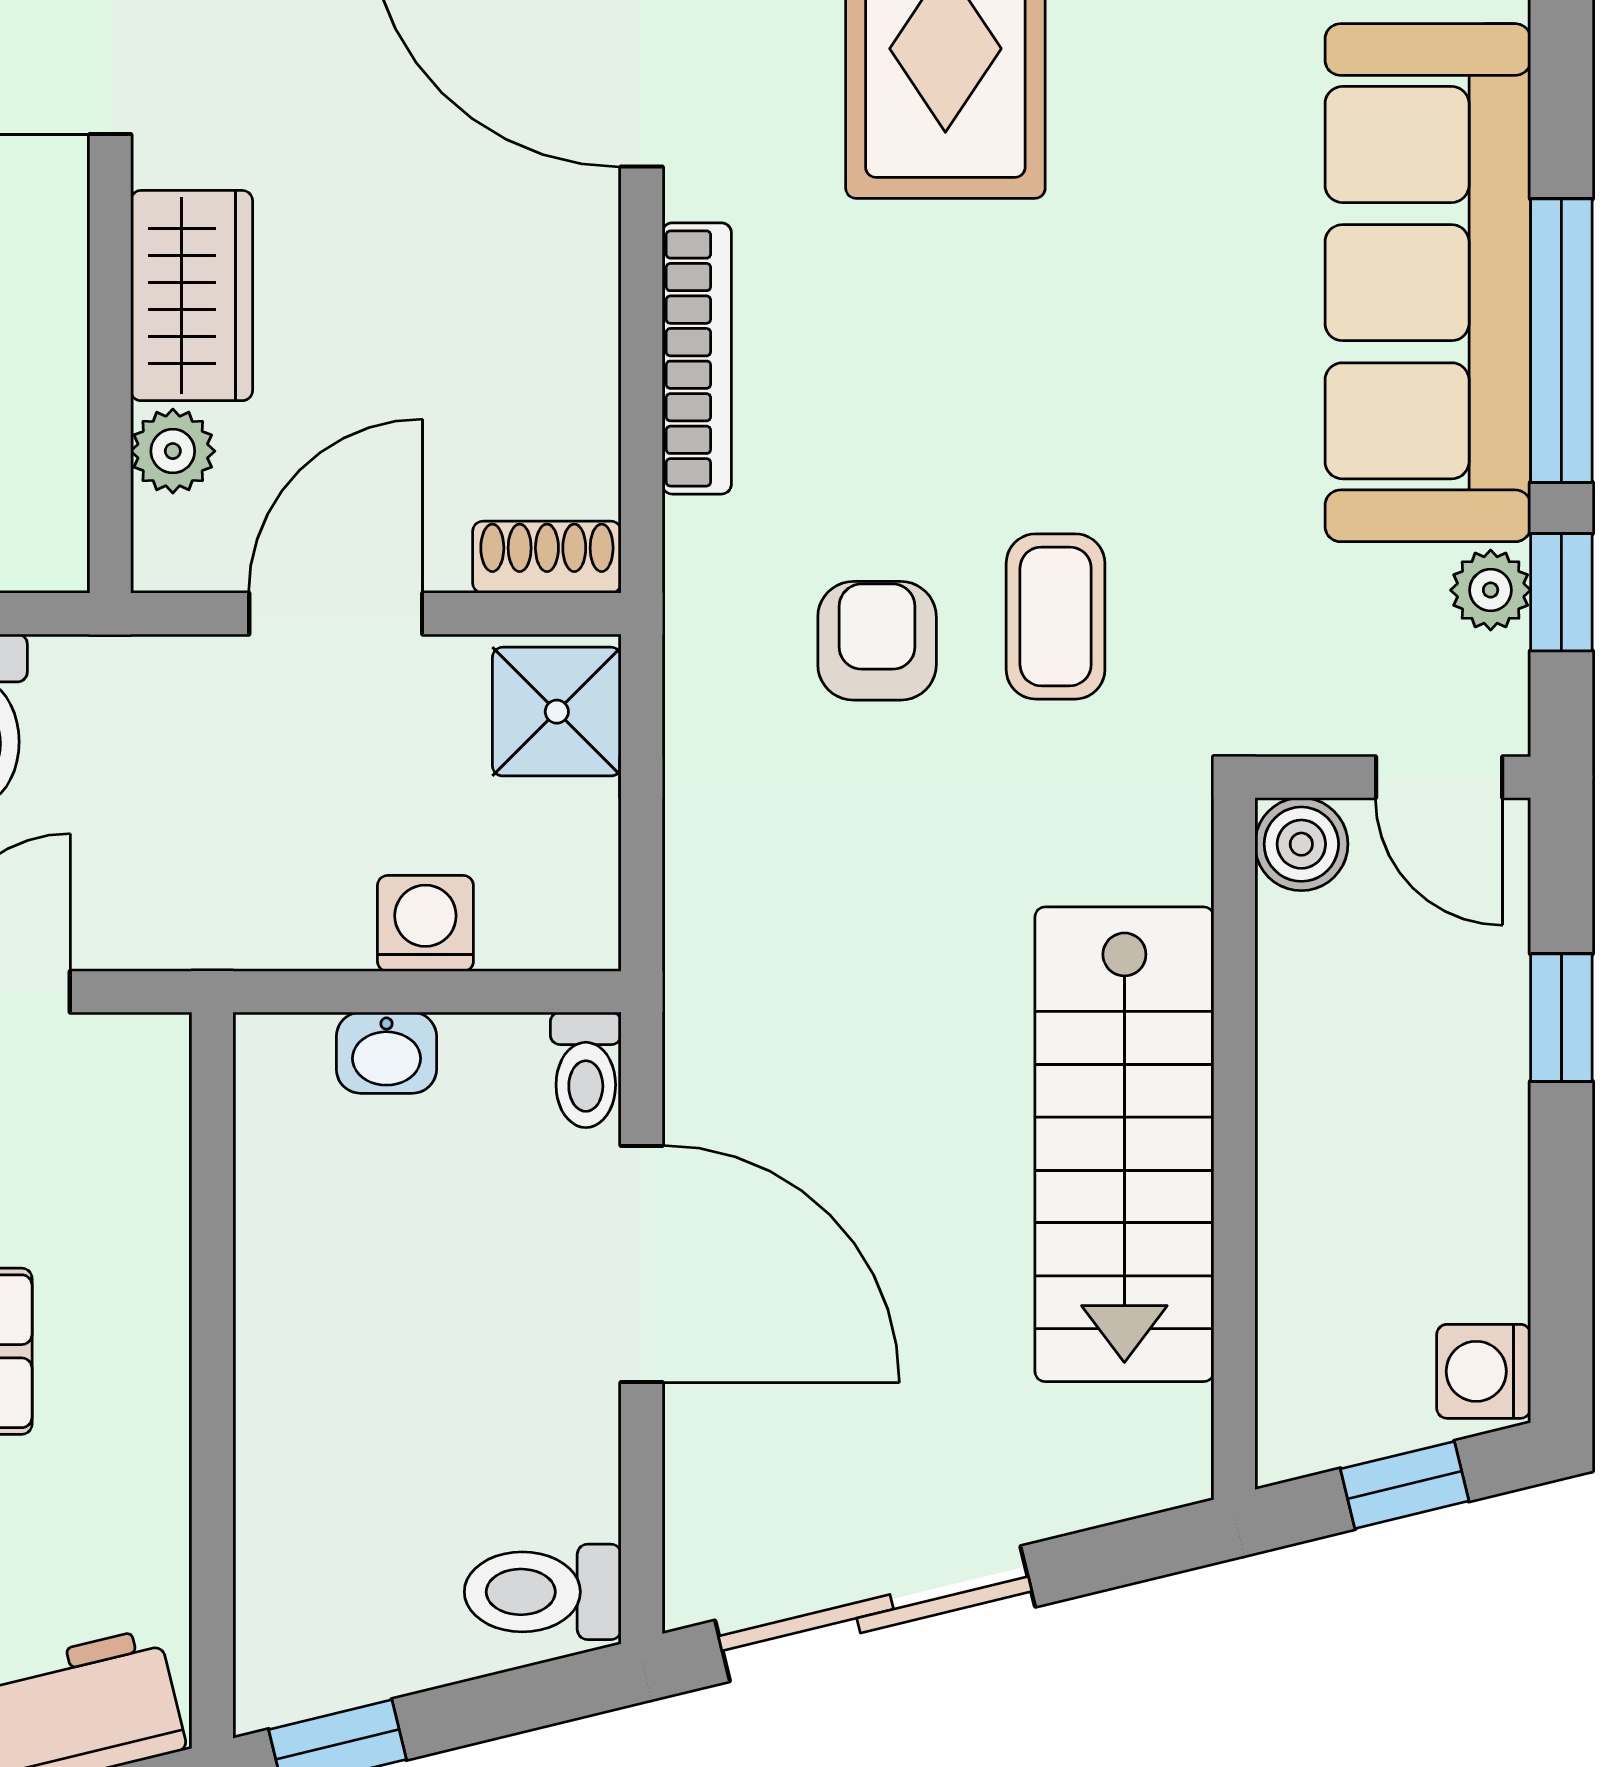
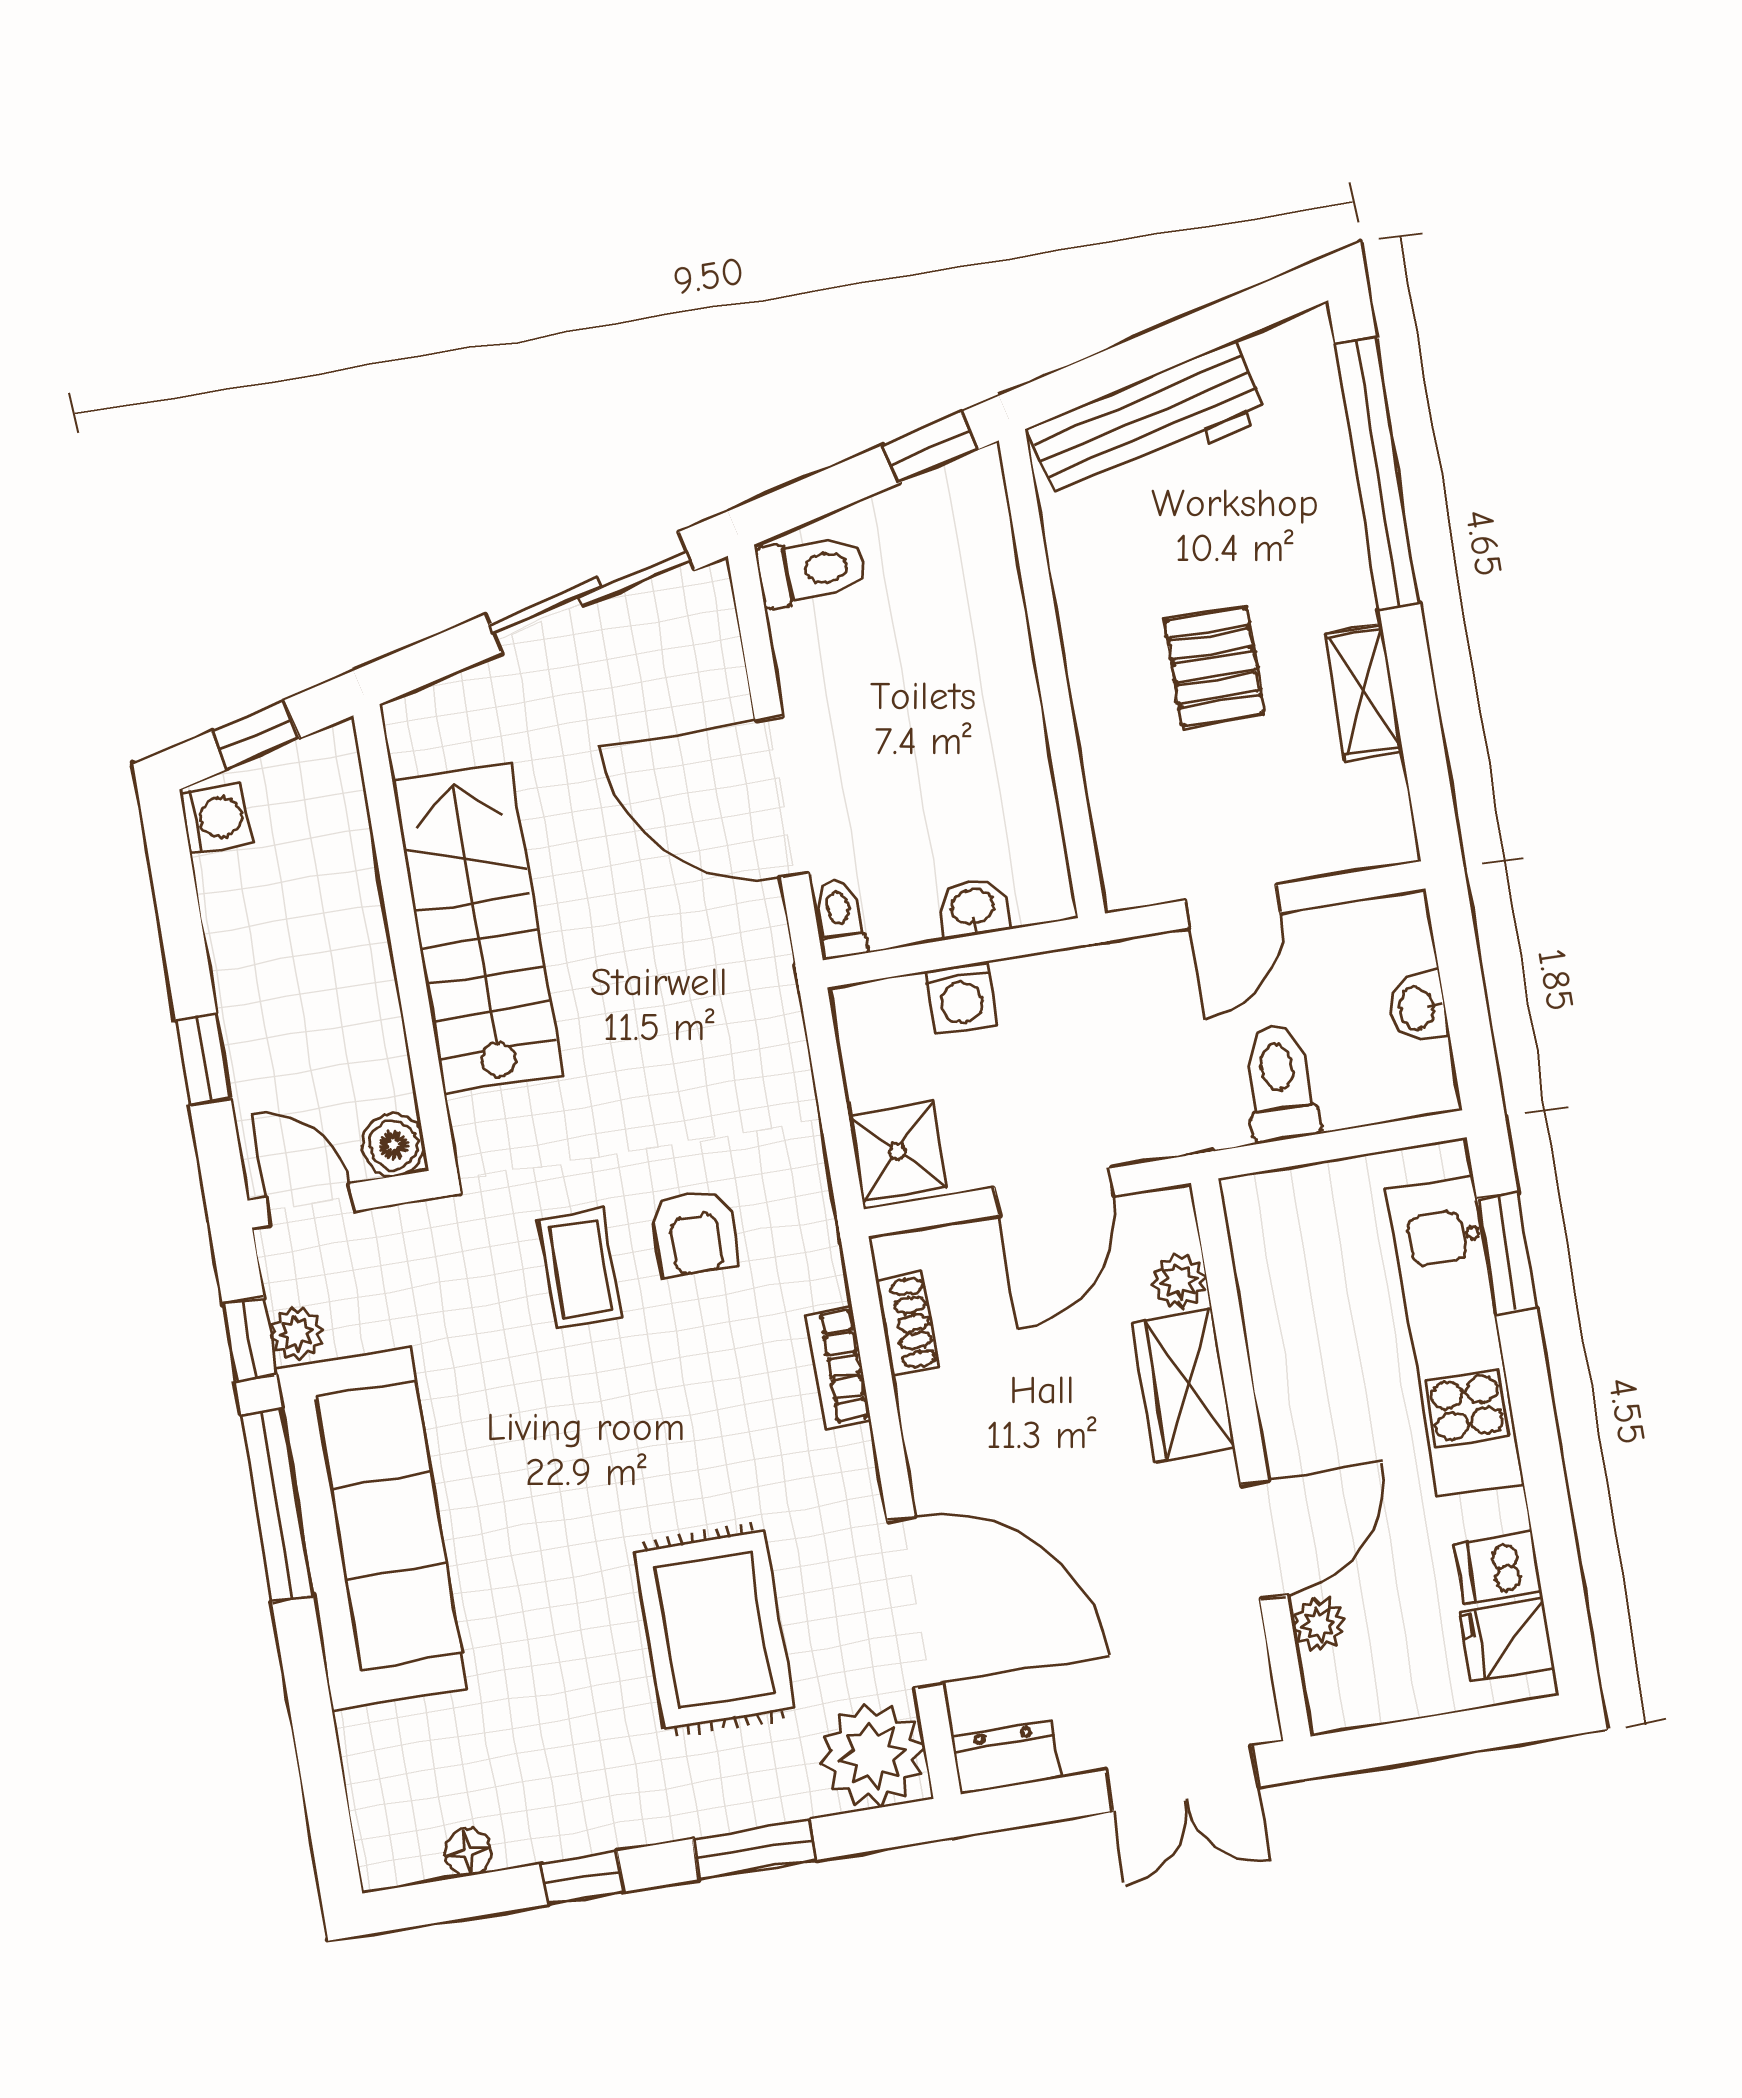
bookcase: (697, 358) -> (839, 1367), width x0.64
shoe rack: (547, 557) -> (907, 1324), moved, turned -90

